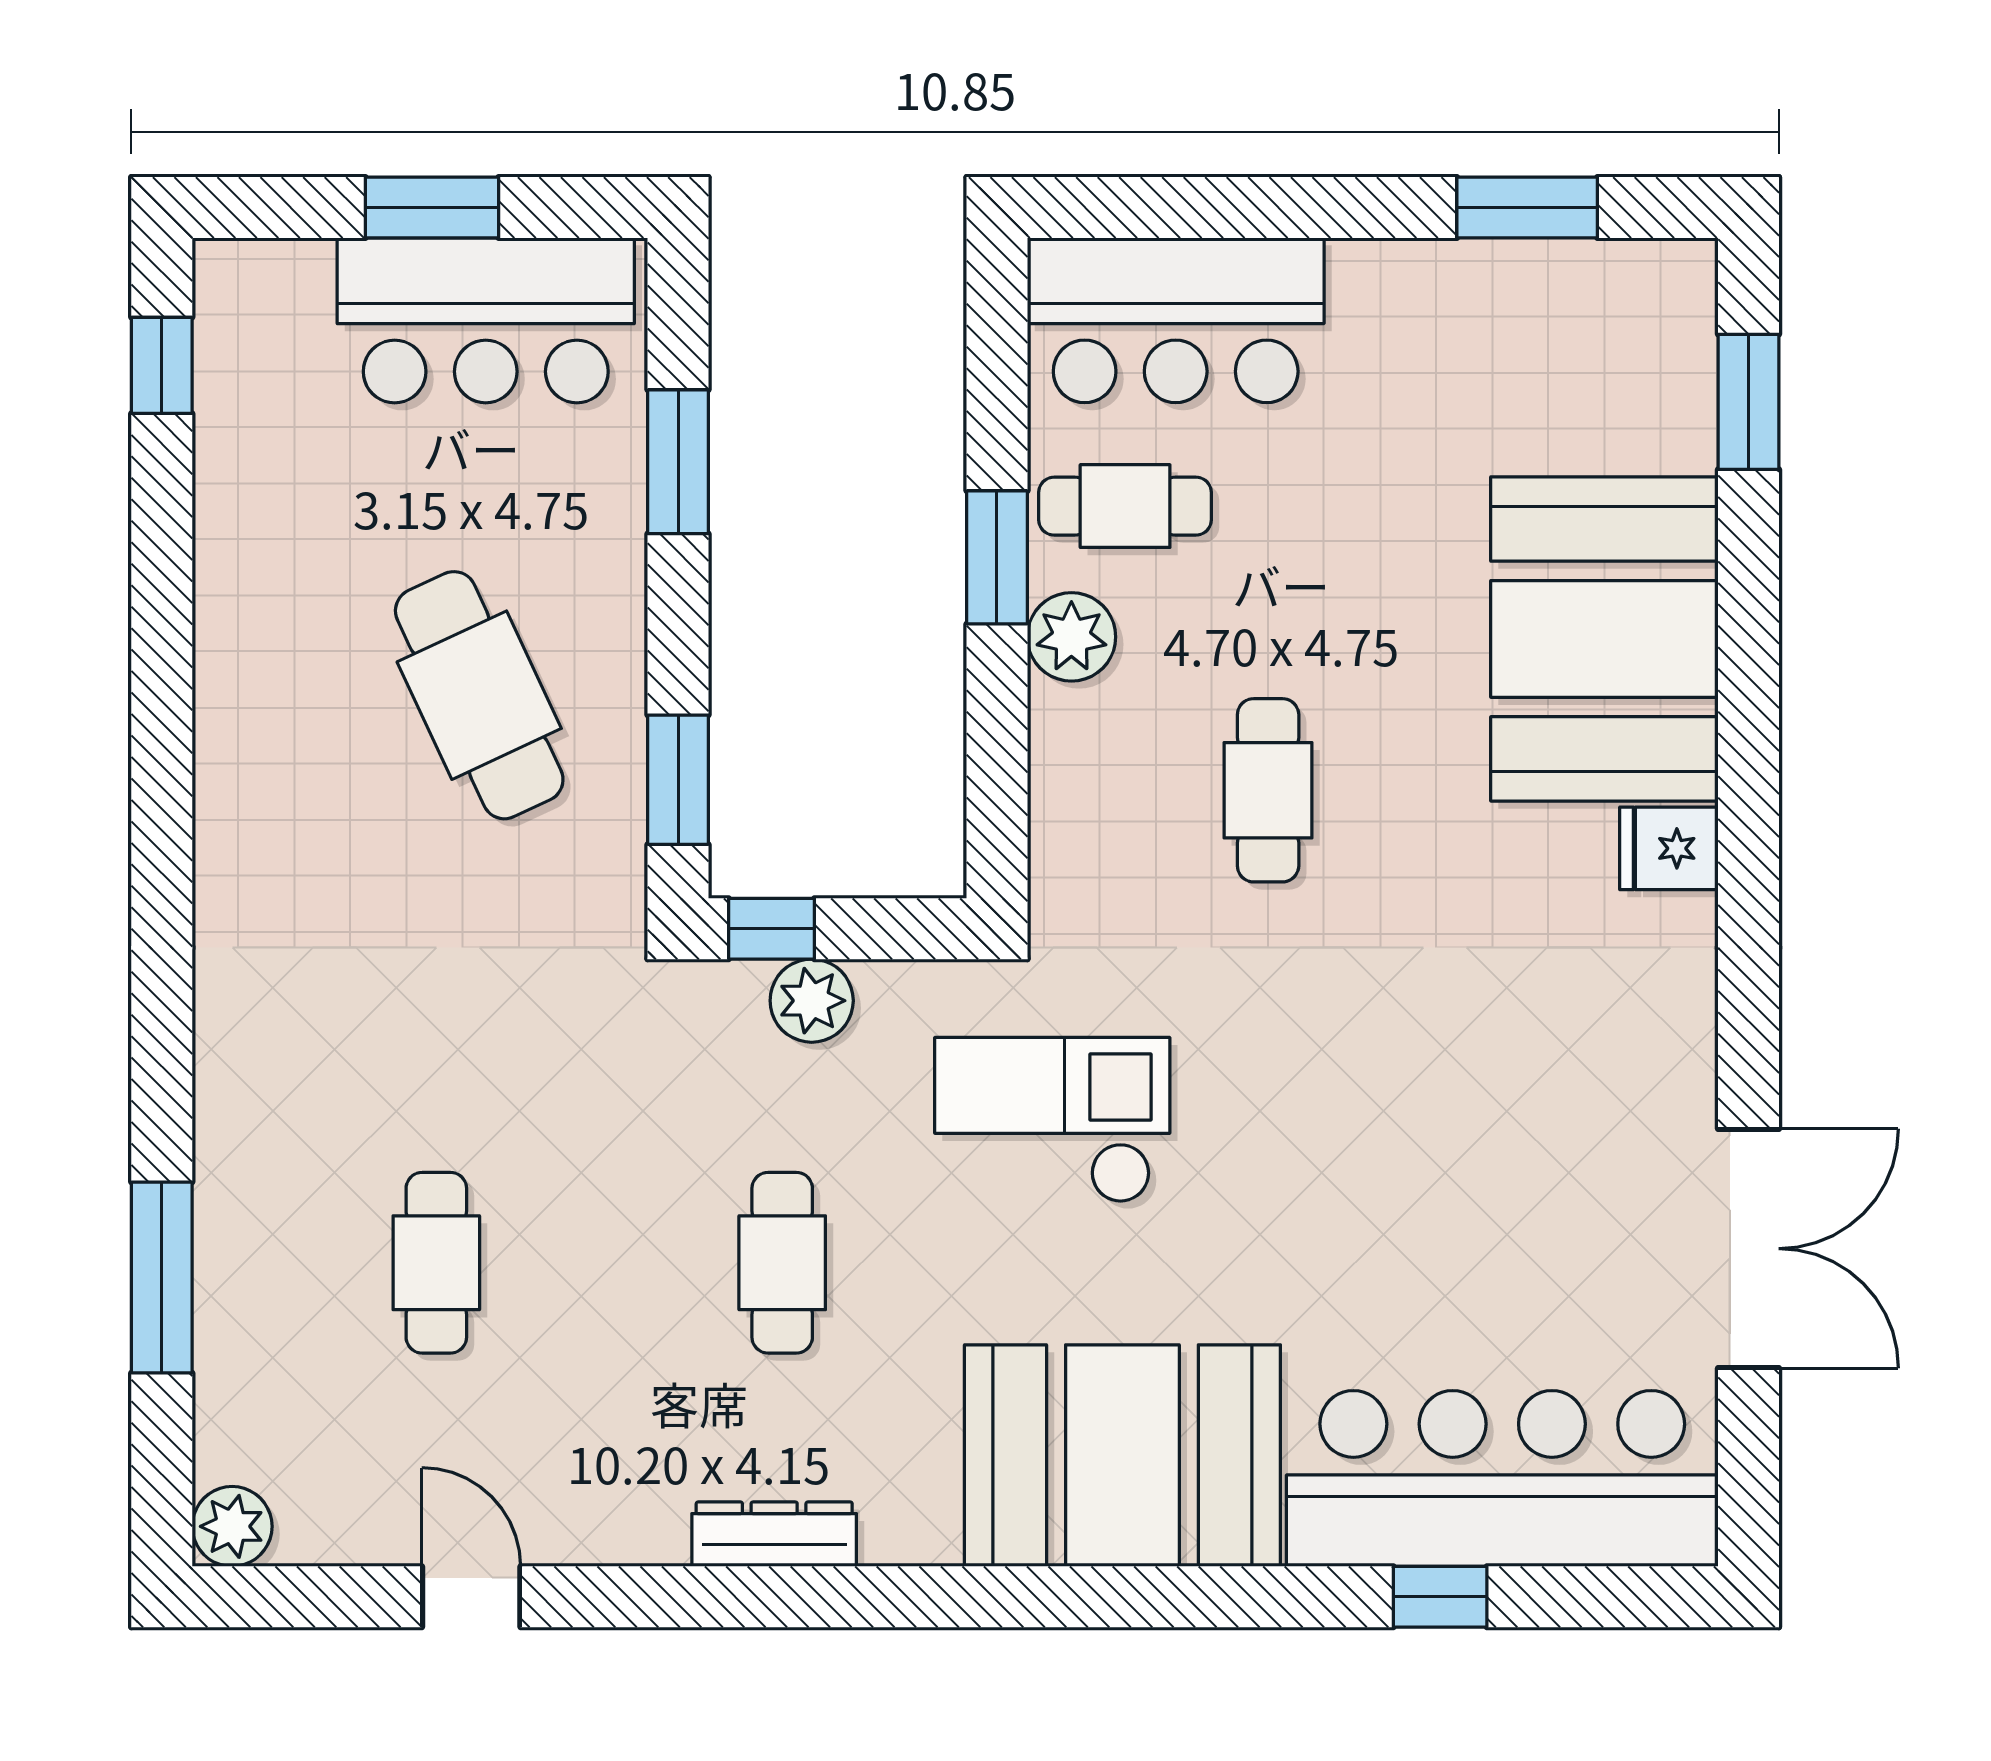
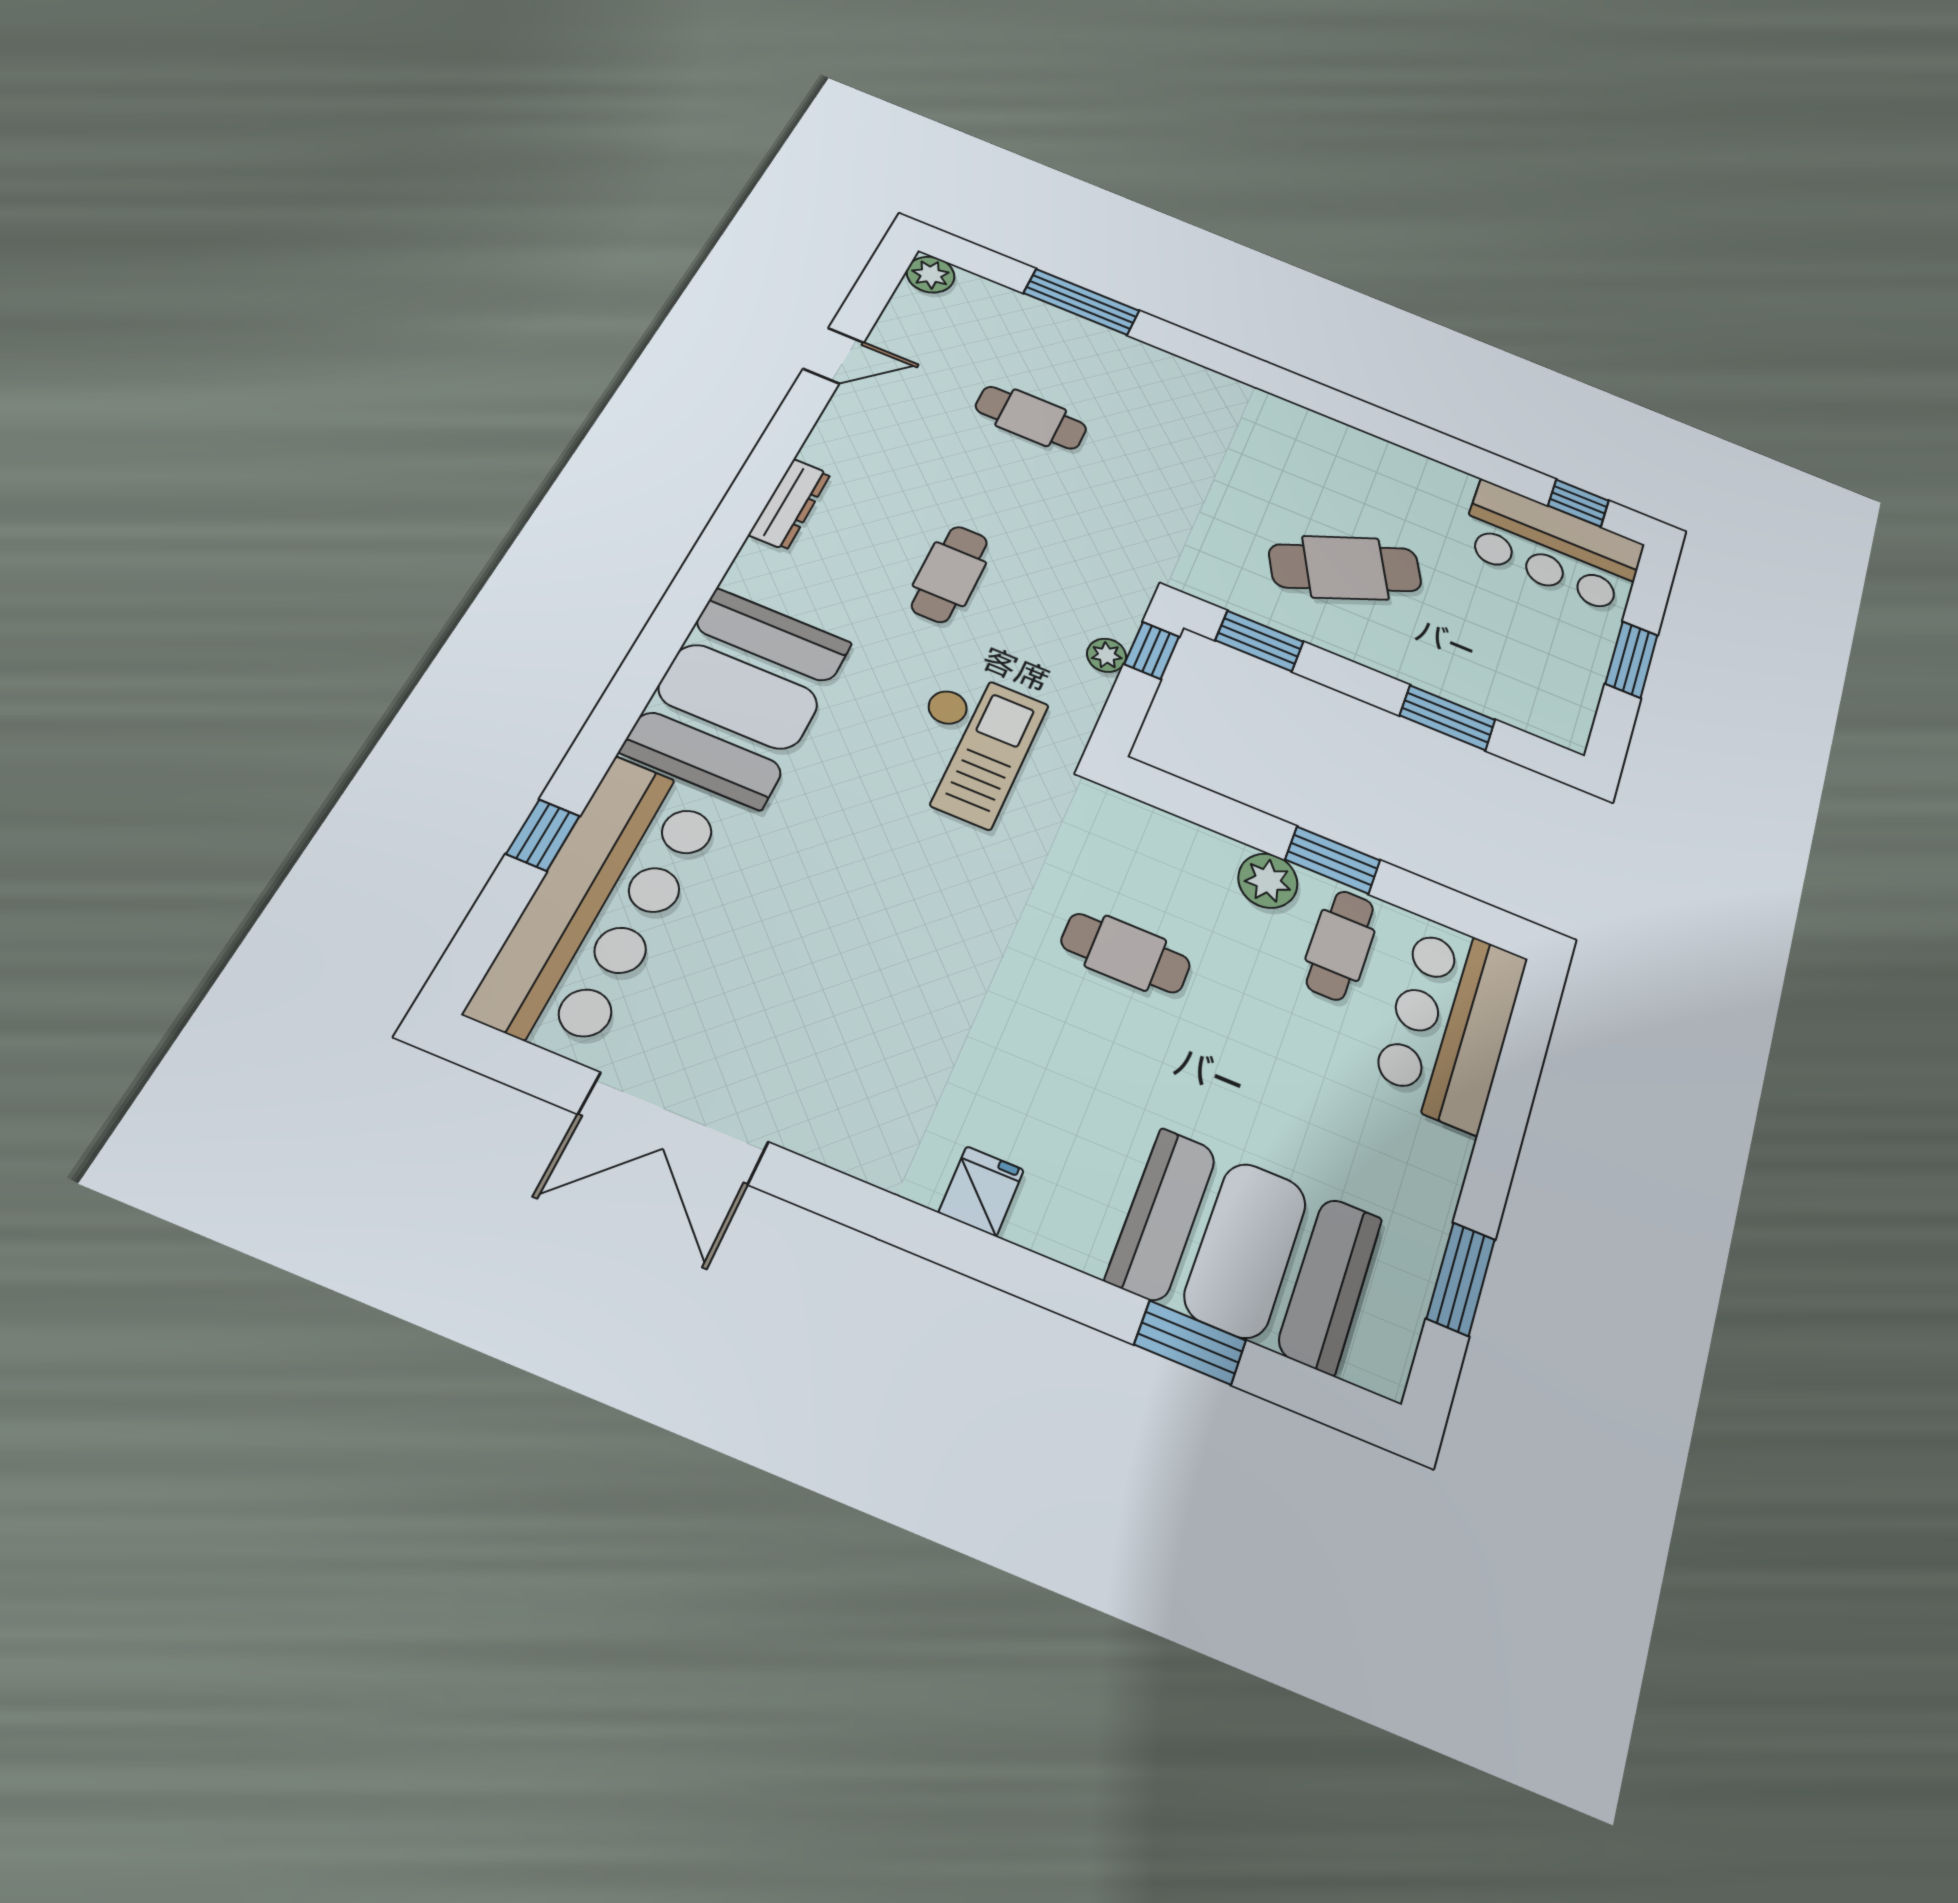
bar counter: (486, 320) -> (1552, 547), moved, turned -90
window: (1748, 402) -> (1190, 1343), moved
booth: (1604, 639) -> (1246, 1250), moved
plant: (812, 1001) -> (1107, 655), width x0.73, depth x0.73
cafe table: (782, 1263) -> (950, 574), turned 90

